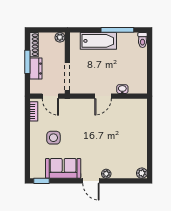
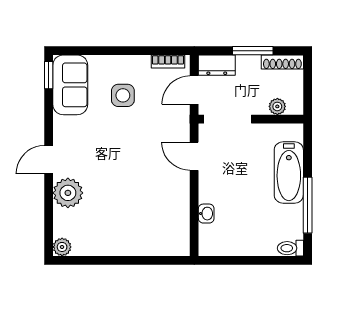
plant: (60, 37) -> (277, 106), moved
dresser: (36, 69) -> (217, 65), moved
door: (103, 96) -> (194, 156), moved
sofa: (63, 168) -> (70, 85), moved
plant: (106, 174) -> (68, 193), width x1.87, depth x1.87

